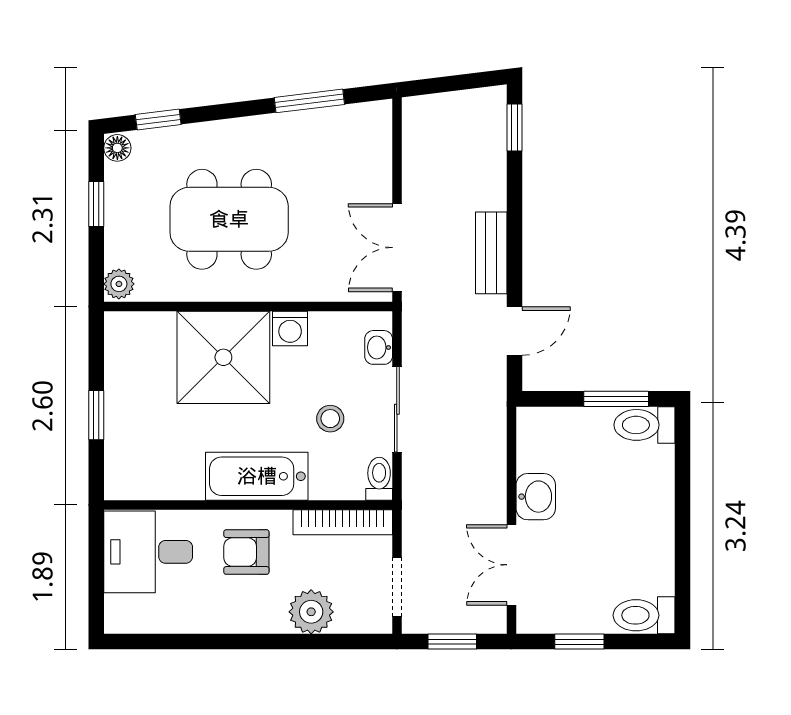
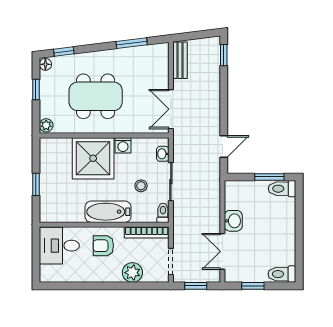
bench: (491, 253) -> (180, 60), moved

